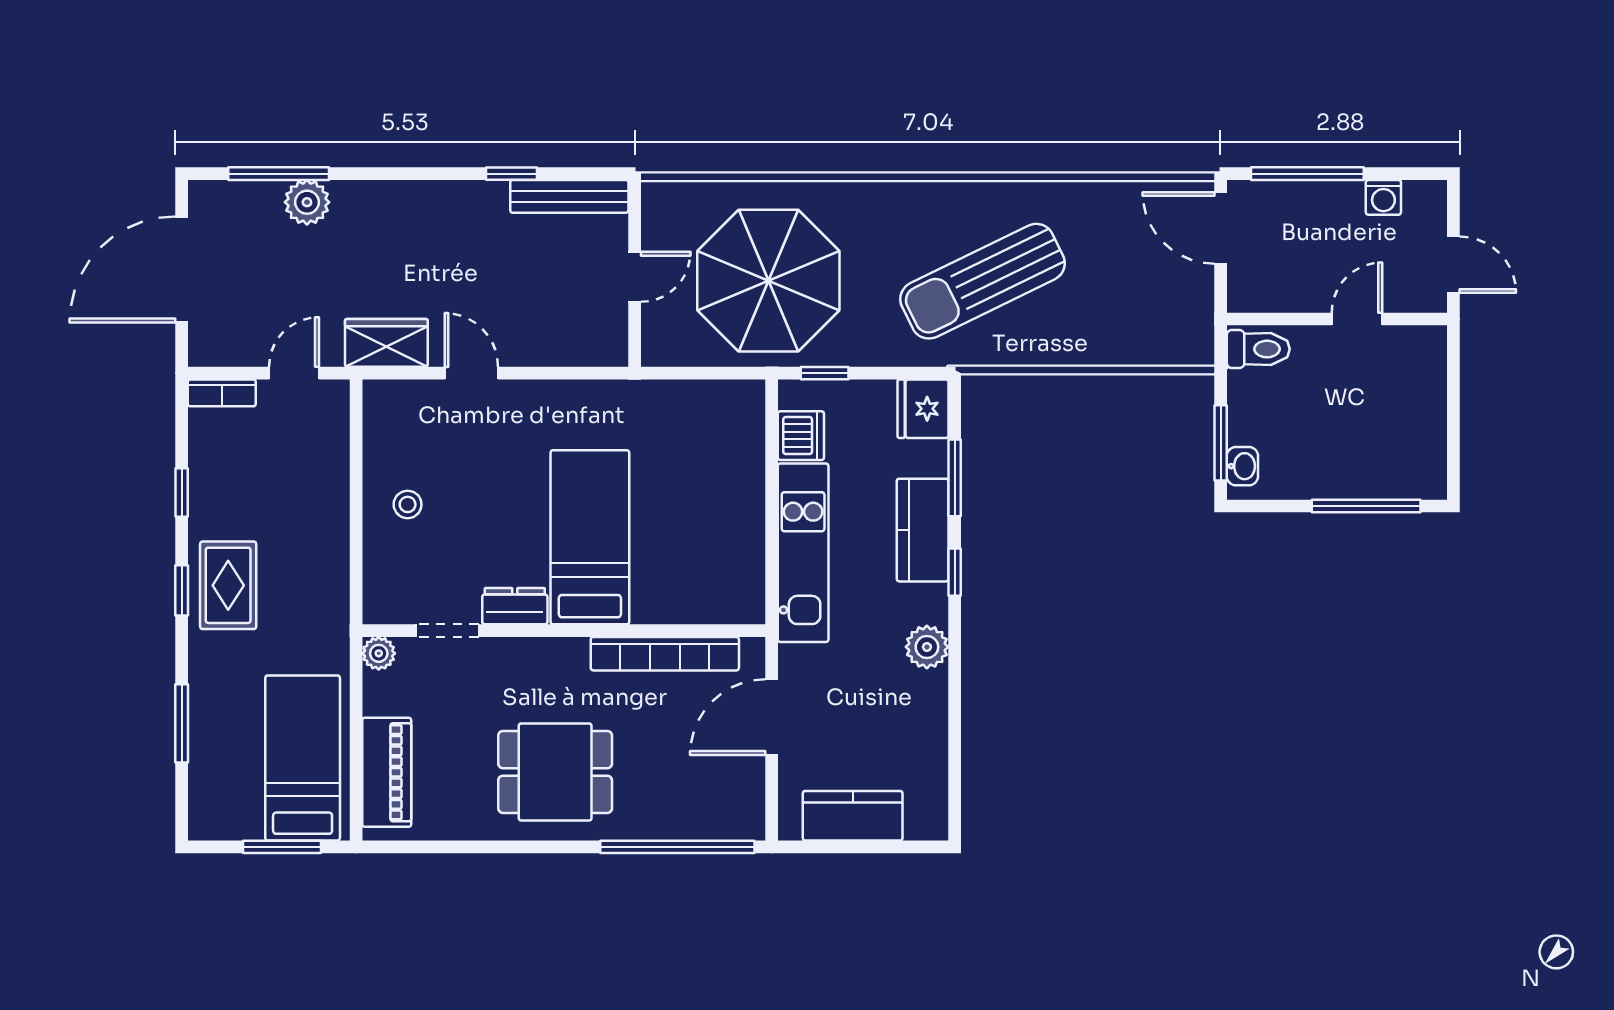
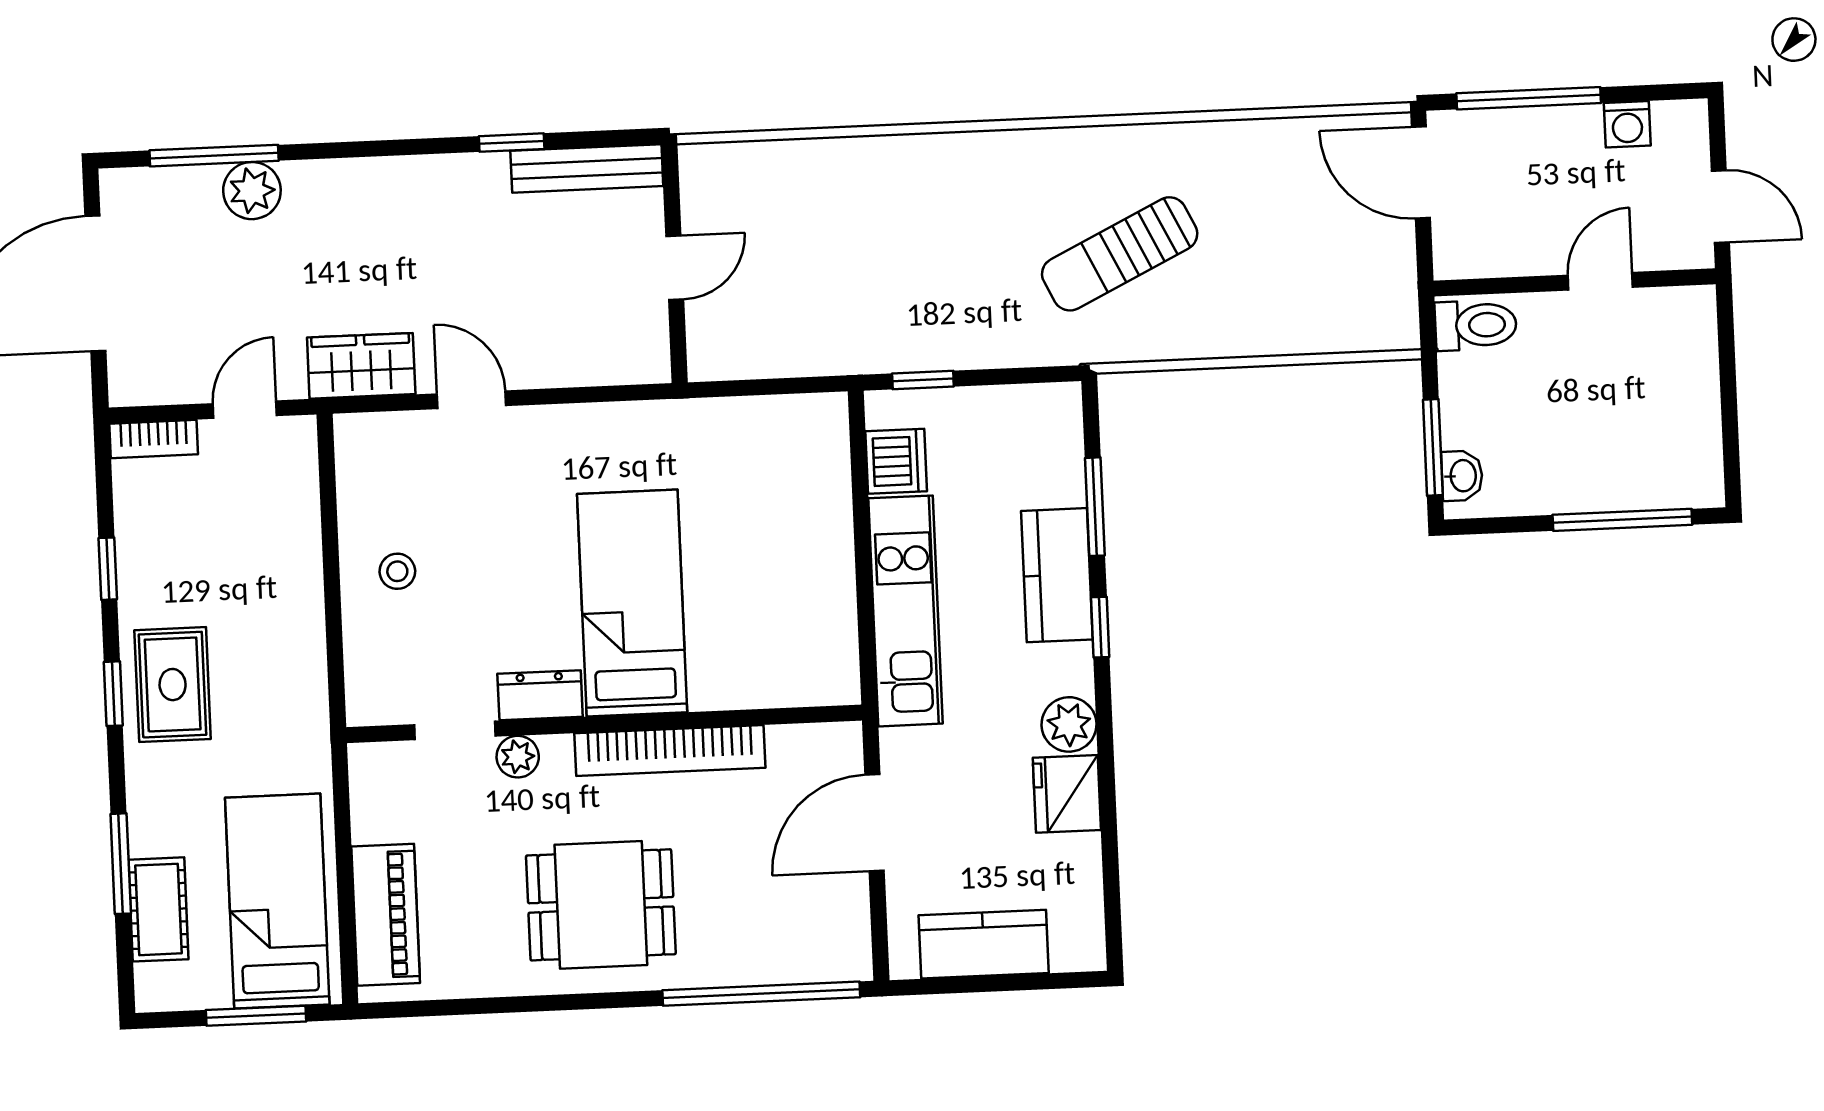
parasol: (768, 281) -> (846, 265), removed
sun lounger: (983, 281) -> (1120, 254), width x0.73, depth x0.75
fridge: (923, 409) -> (1067, 794), moved
plant: (379, 653) -> (518, 757), moved
bookcase: (665, 654) -> (670, 750), moved
cot: (209, 760) -> (158, 909), added

